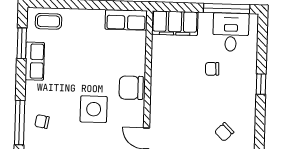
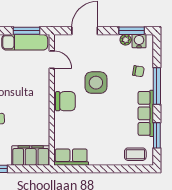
row of seats: (35, 61) -> (146, 113), width x1.48
window: (20, 123) -> (157, 86), moved

